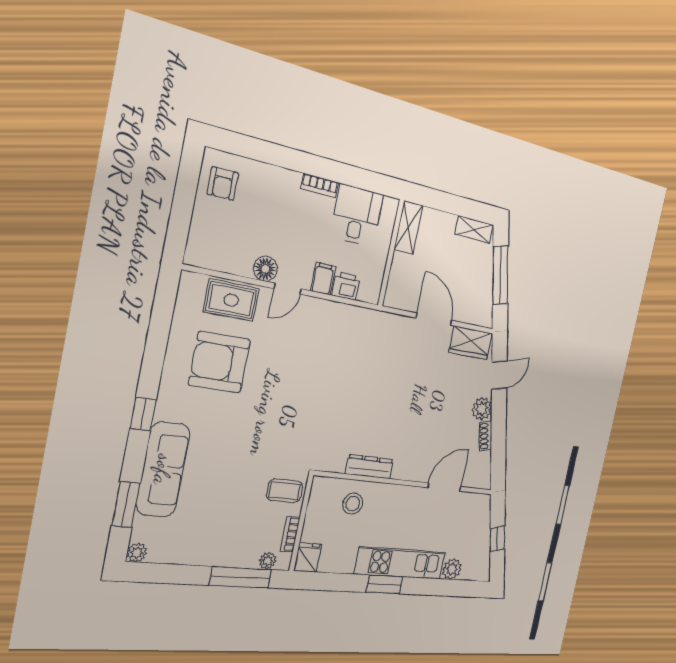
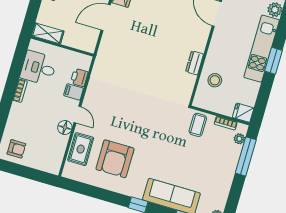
dresser: (369, 467) -> (195, 63), width x0.70

